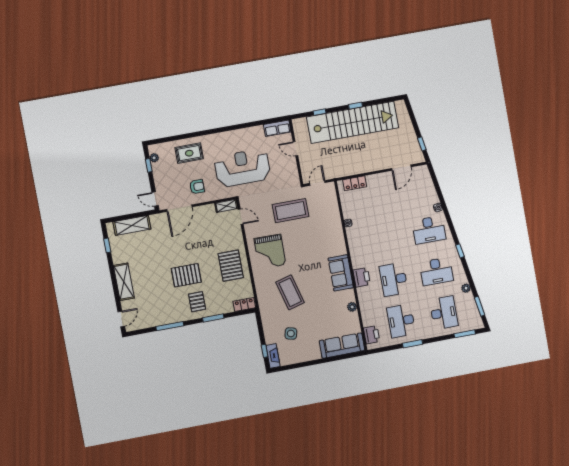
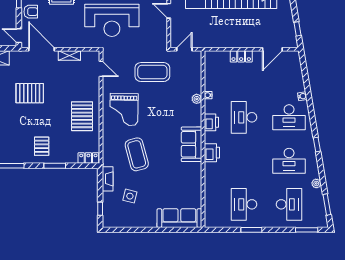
reception desk: (242, 168) -> (112, 20), turned 180
locker: (355, 183) -> (241, 56), moved
armchair: (197, 187) -> (31, 12), moved
shelving: (226, 206) -> (69, 55), moved
door: (179, 208) -> (41, 49), swing flipped
pallet: (186, 275) -> (30, 93), moved
desk: (394, 279) -> (244, 117), moved
plant: (352, 307) -> (197, 99), moved
printer: (372, 335) -> (211, 122), moved
fireplace: (273, 356) -> (108, 179), moved

